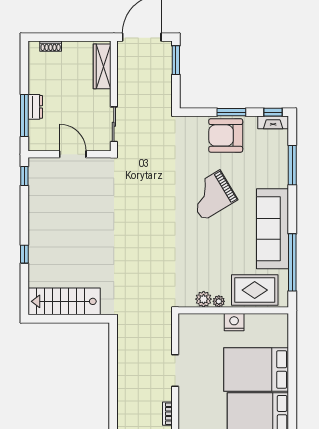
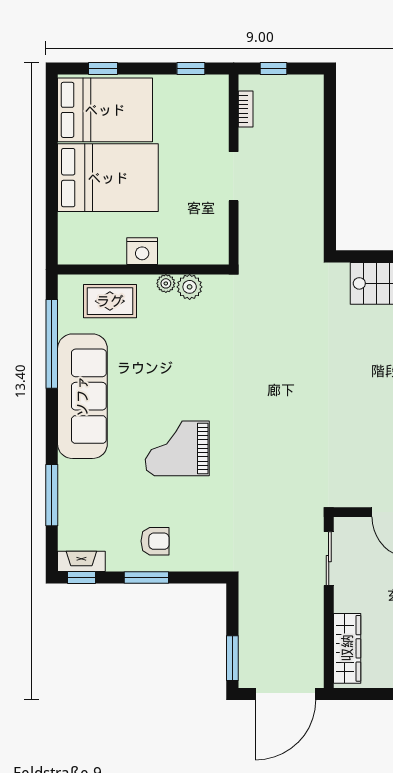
armchair: (226, 135) -> (155, 541), width x0.53, depth x0.53
grand piano: (211, 195) -> (177, 448), turned -149
rug: (255, 290) -> (110, 301), width x0.73, depth x0.70

